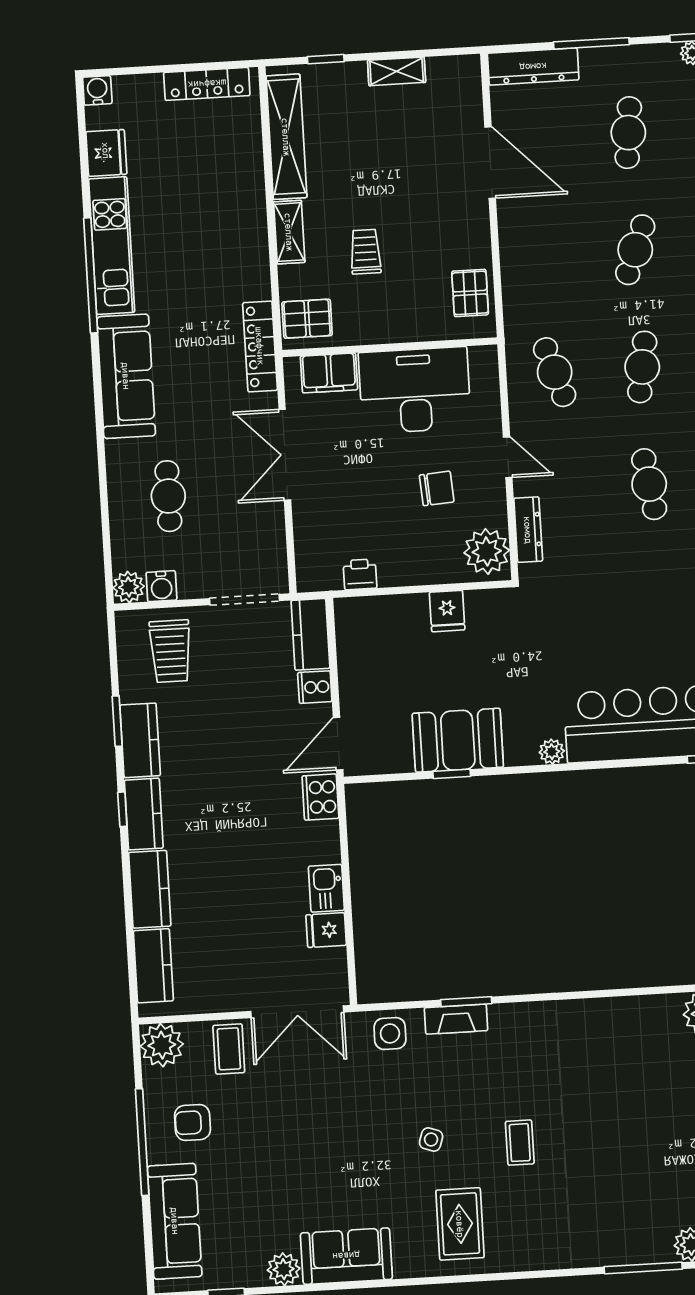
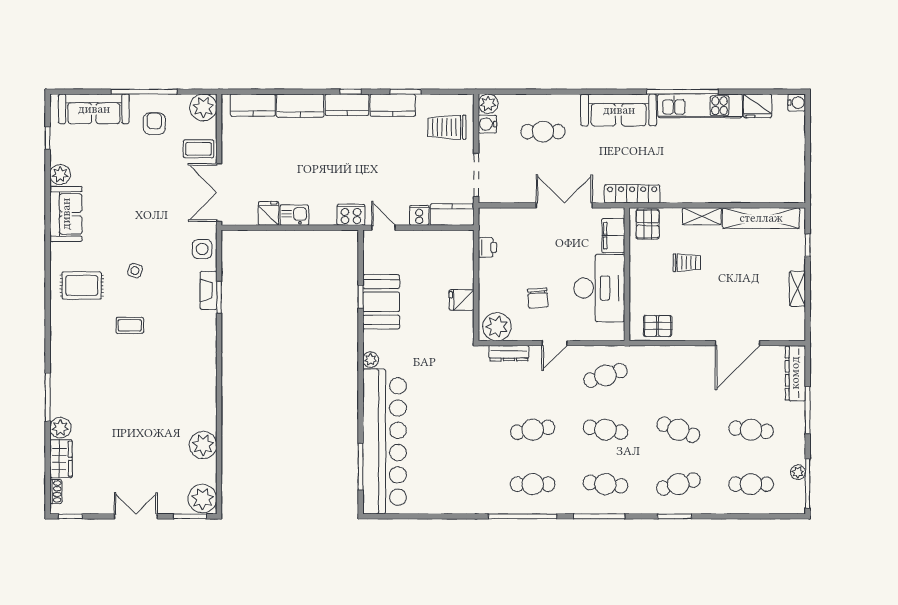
locker: (207, 84) -> (797, 171), removed
door: (338, 744) -> (383, 228), width x0.73

